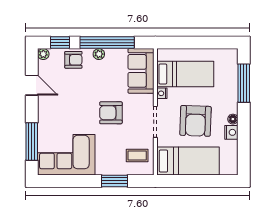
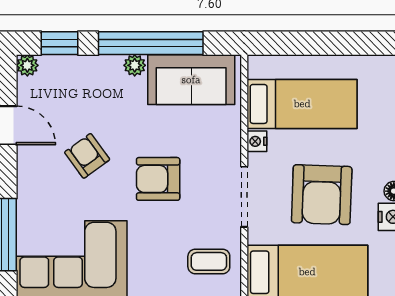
armchair: (73, 60) -> (87, 156), moved, turned -126
sofa: (141, 71) -> (191, 80), moved, turned -90

